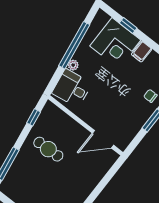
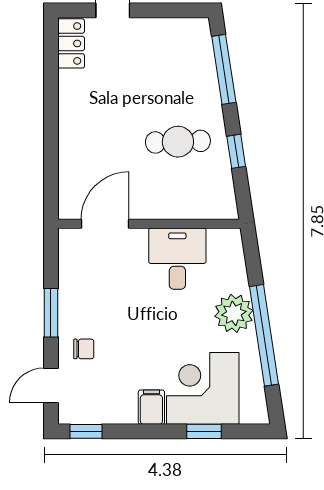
plant: (73, 65) -> (234, 313), width x1.88, depth x1.88
desk: (72, 88) -> (177, 259), moved, turned -81
window: (34, 117) -> (236, 151), moved

